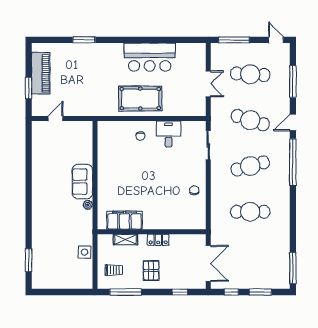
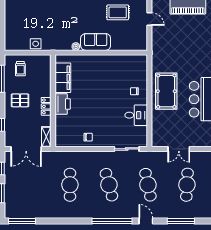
cafe table: (250, 120) -> (148, 185), turned -30
rug: (48, 156) -> (118, 12), added
printer: (155, 220) -> (63, 104), added
shelving: (125, 240) -> (46, 137), moved

